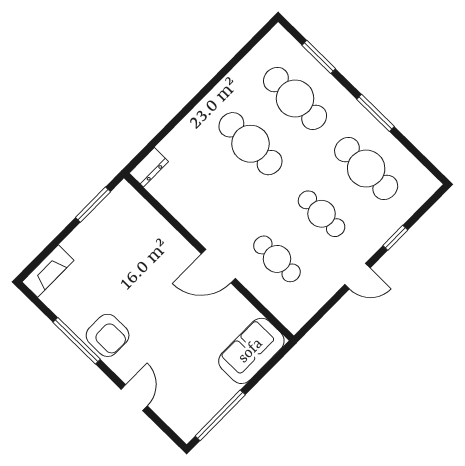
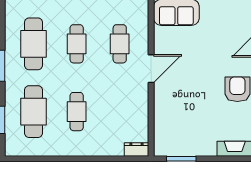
cafe table: (250, 144) -> (77, 112), width x0.73, depth x0.74
door: (218, 266) -> (151, 69), hinge flipped

